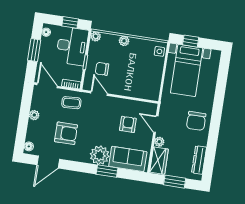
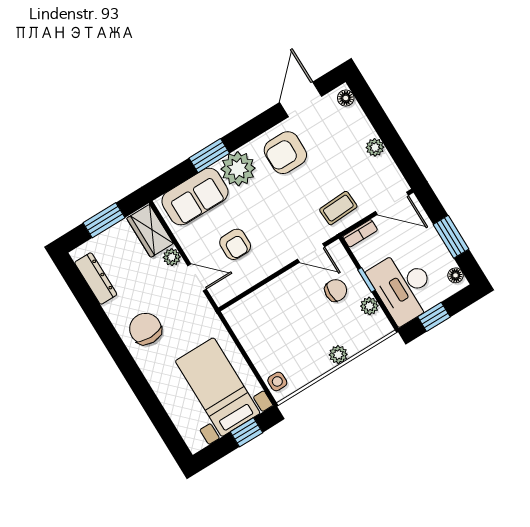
plant: (96, 36) -> (369, 306), moved
armchair: (66, 133) -> (285, 153), moved

